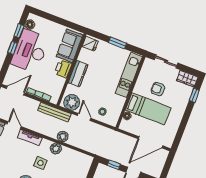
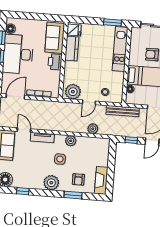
window: (117, 43) -> (113, 22), moved
kitchen counter: (78, 74) -> (72, 49), moved
bench: (55, 112) -> (123, 111), moved
door: (84, 117) -> (89, 102), swing flipped
plant: (63, 136) -> (93, 129), moved

